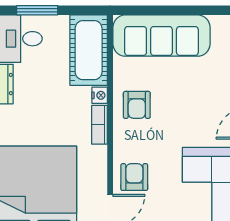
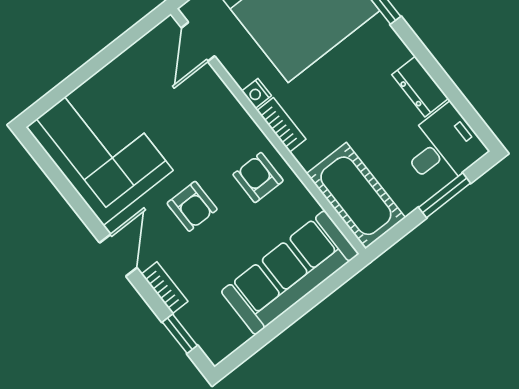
nightstand: (100, 95) -> (257, 93), moved
armchair: (134, 177) -> (192, 206), moved

